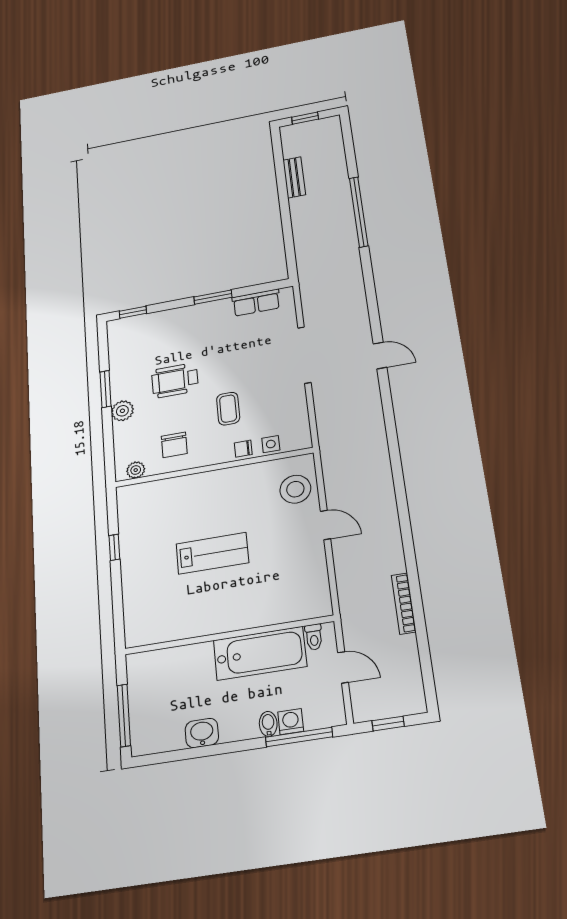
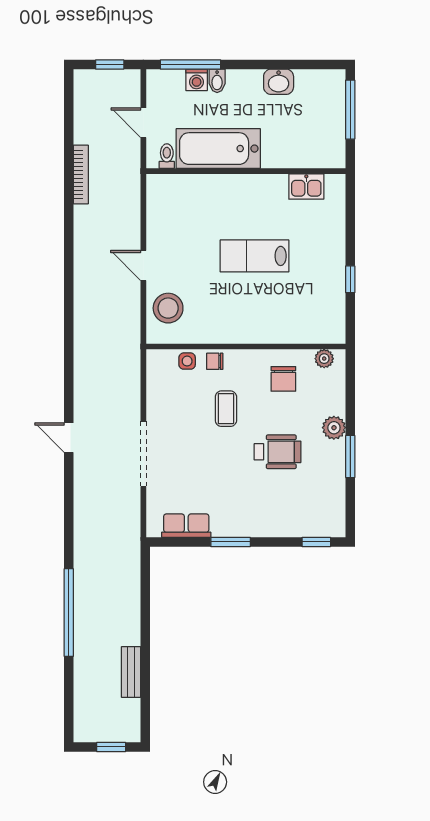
chair: (174, 445) -> (283, 379), turned 180
chair: (243, 449) -> (215, 361), turned 180
kitchen sink: (165, 630) -> (306, 187), added

